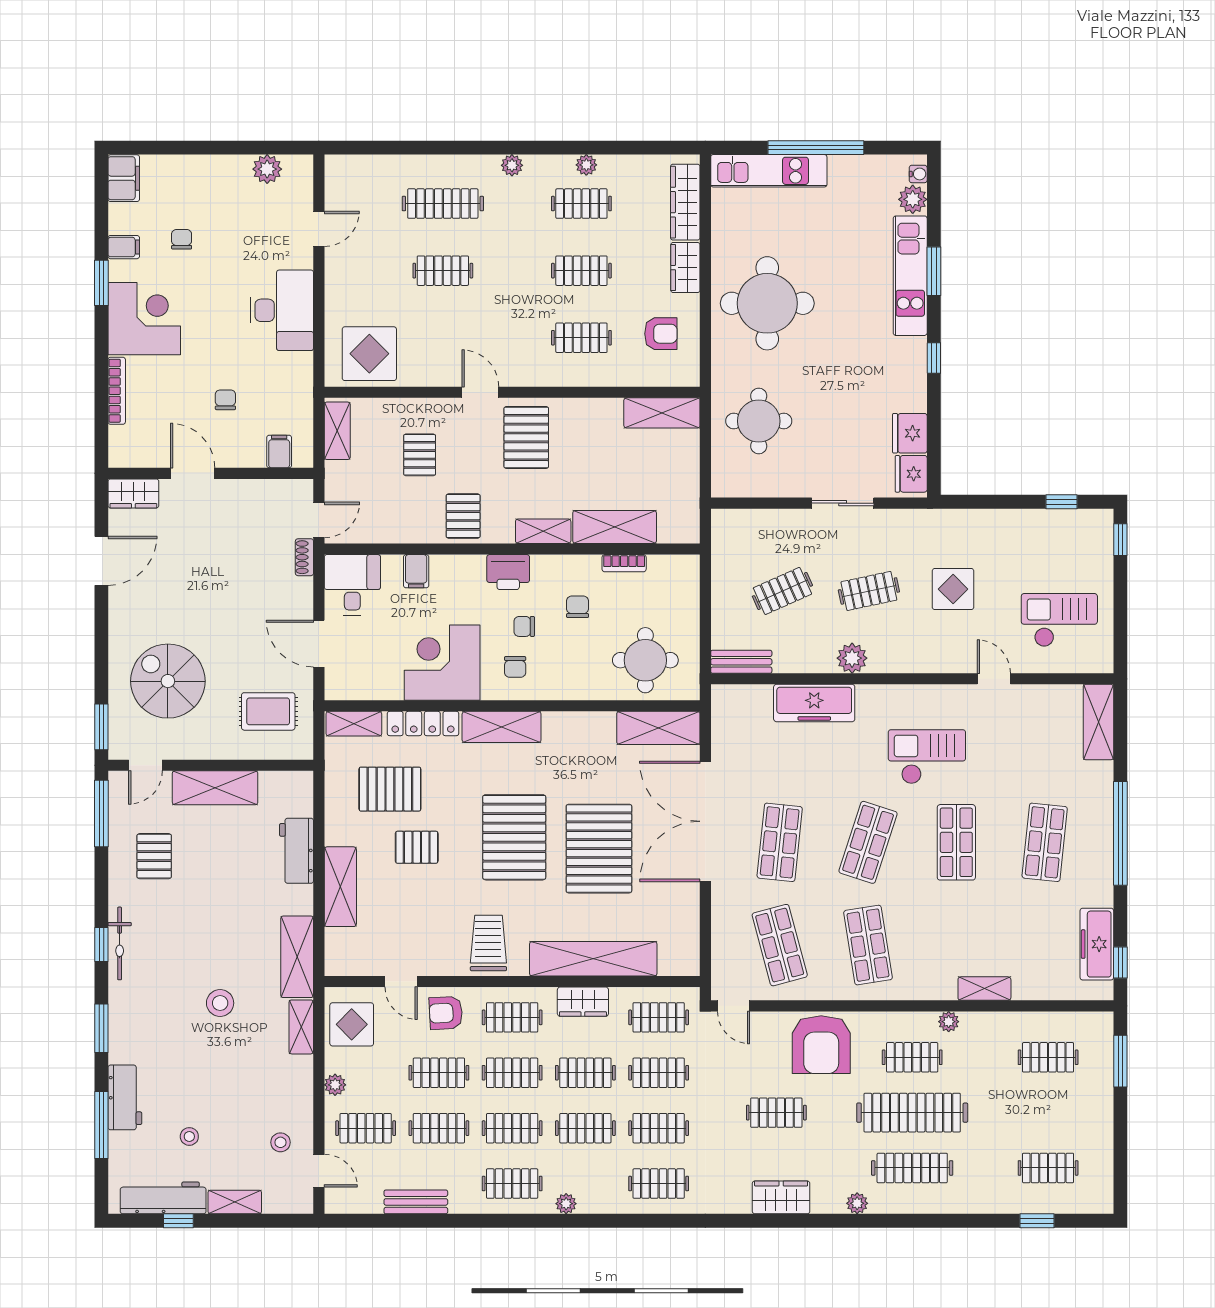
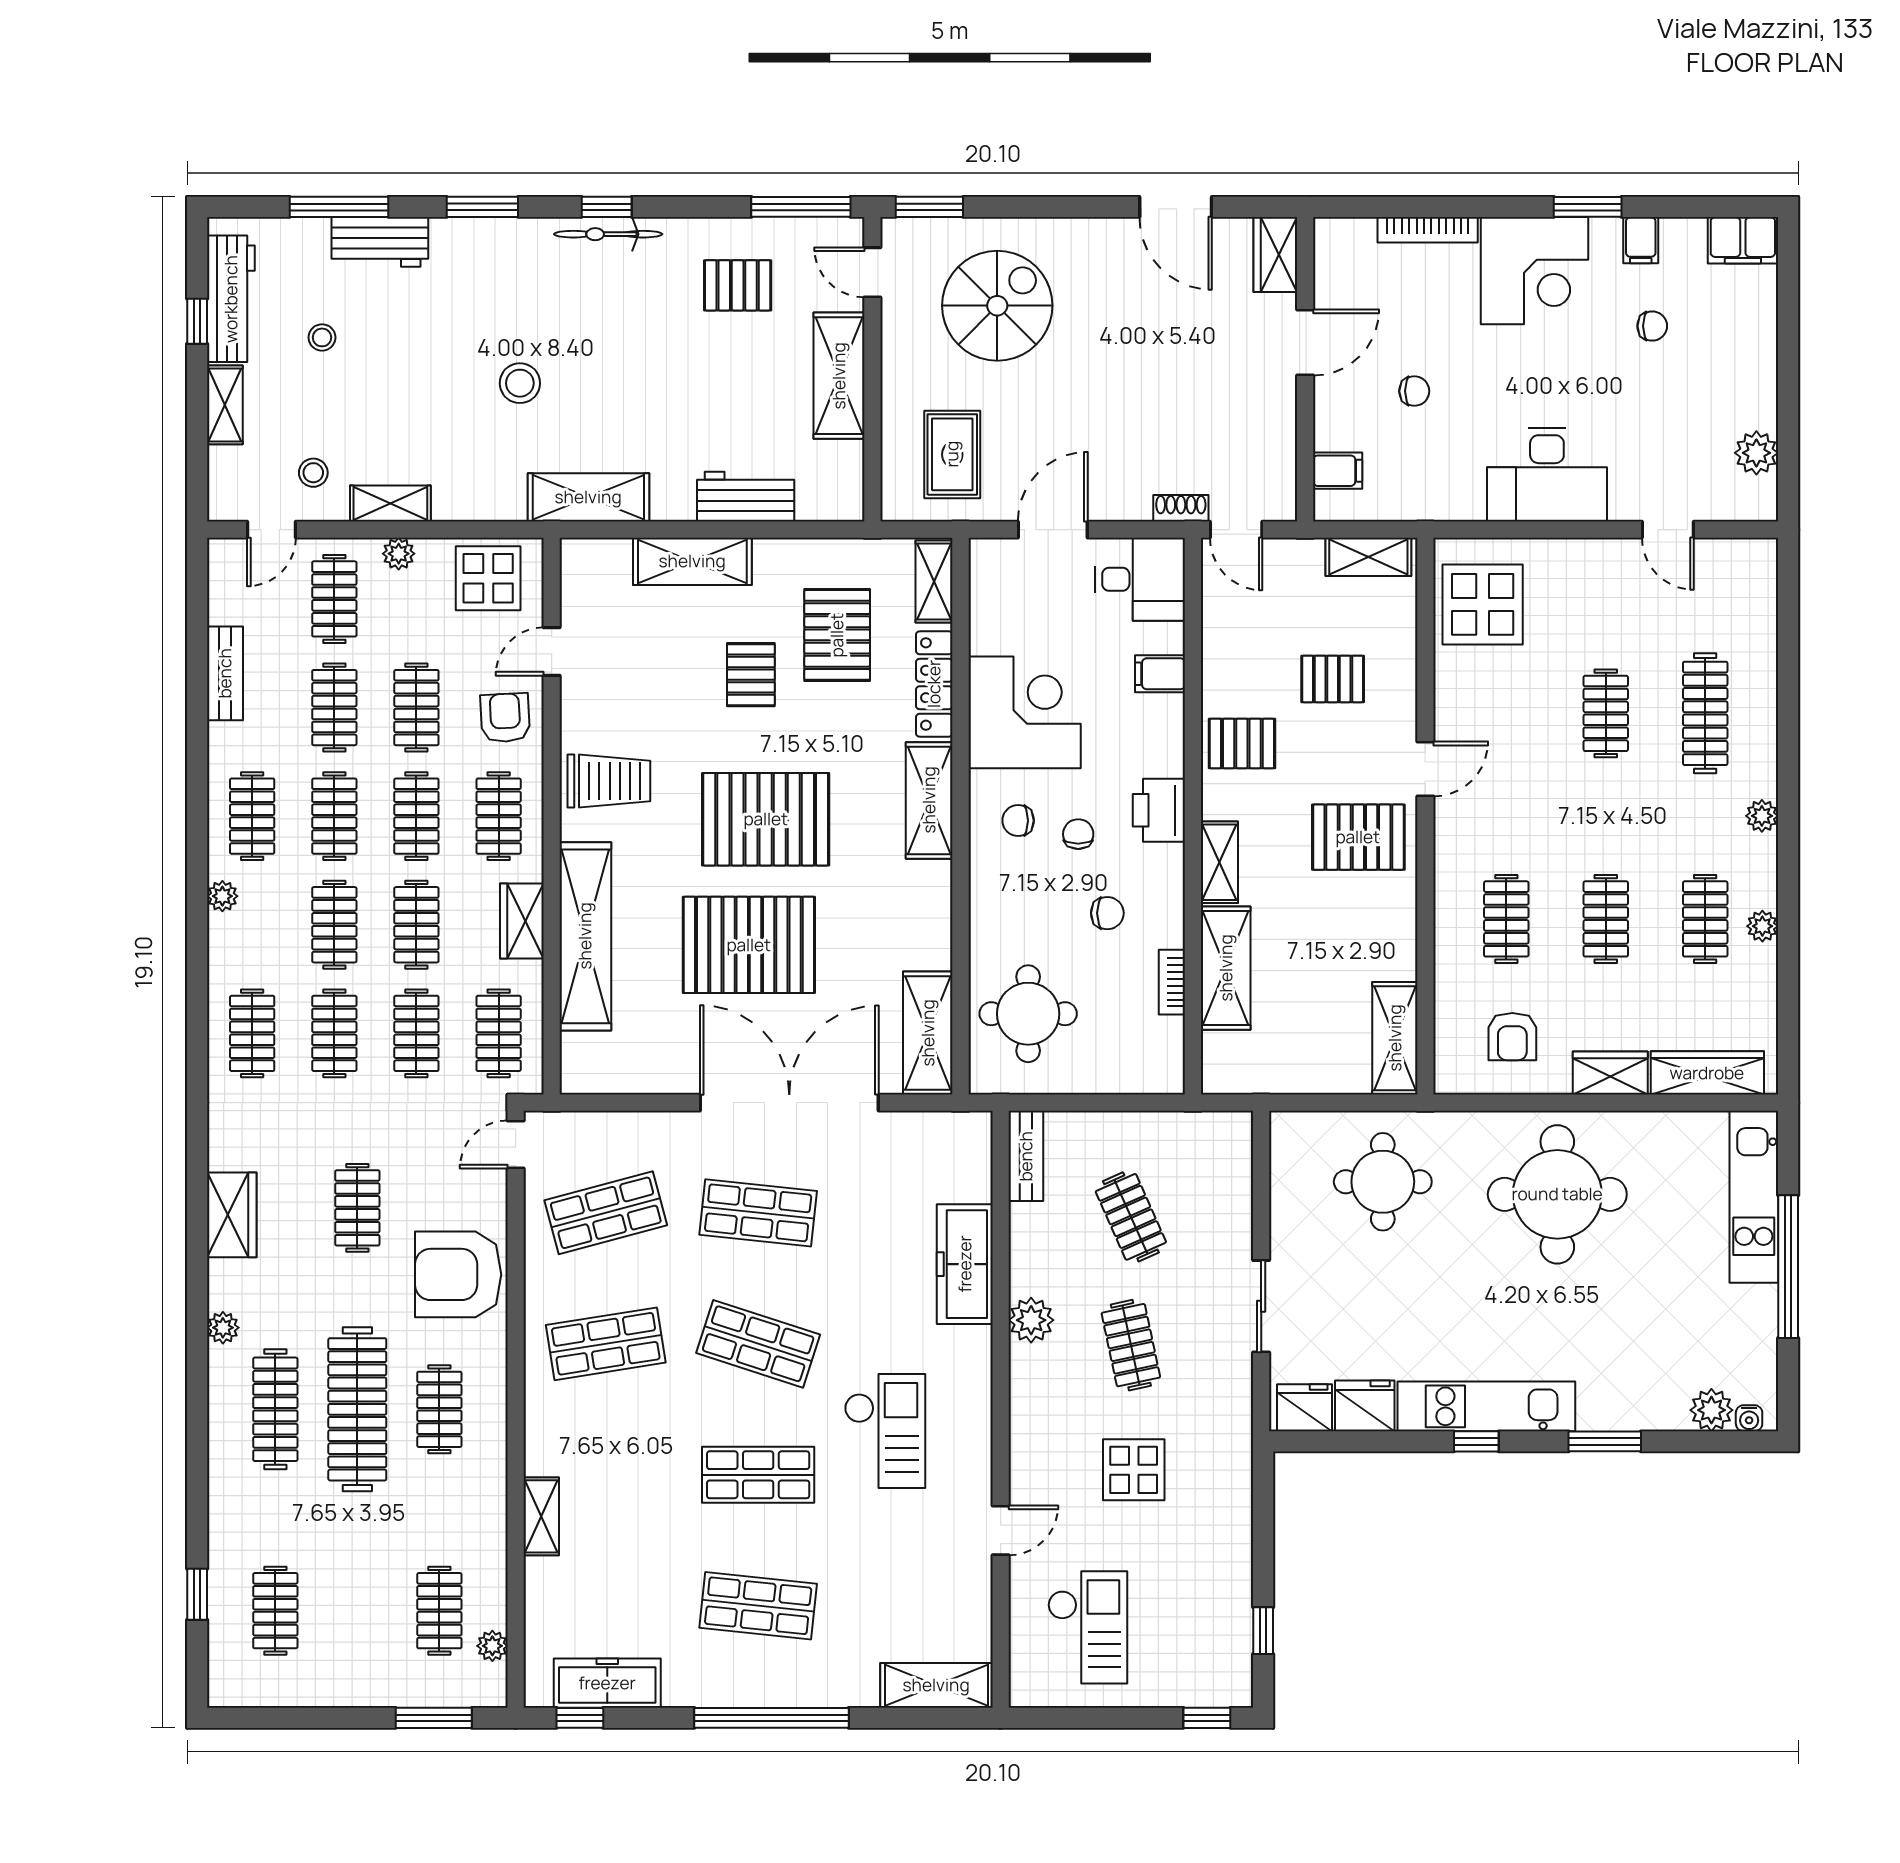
kitchen unit: (910, 276) -> (1486, 1406), moved
plant: (949, 1022) -> (492, 1646), moved
shelving: (301, 1027) -> (390, 503), moved

